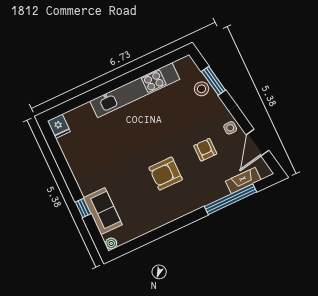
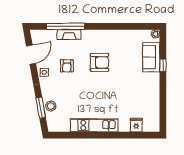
kitchen unit: (135, 90) -> (94, 125), width x0.73
fridge: (59, 126) -> (136, 125), moved
fireplace: (243, 180) -> (69, 35), moved

